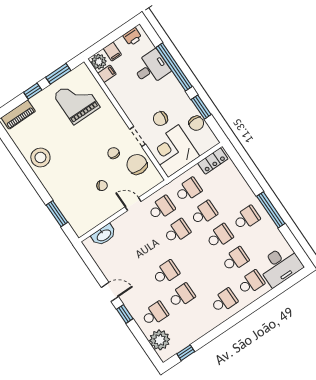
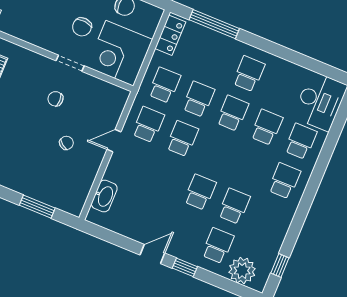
chair: (137, 164) -> (89, 94), removed
window: (271, 210) -> (214, 24), moved

